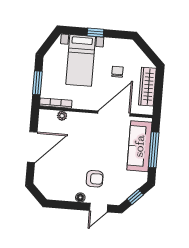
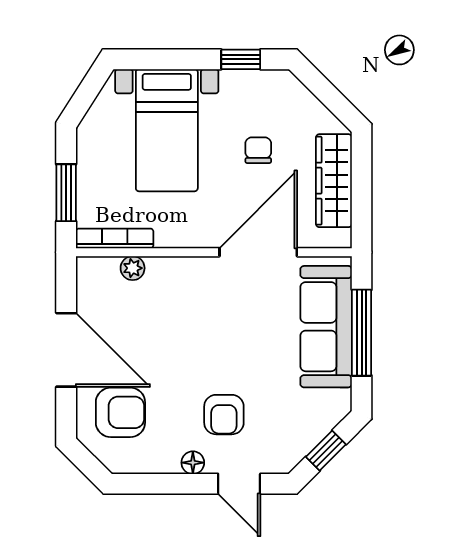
window: (95, 32) -> (241, 59), moved
door: (32, 147) -> (66, 350), hinge flipped
armchair: (52, 174) -> (120, 412), added
armchair: (95, 179) -> (224, 415), turned 90
door: (99, 208) -> (239, 484), hinge flipped

